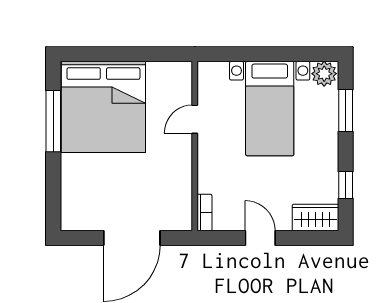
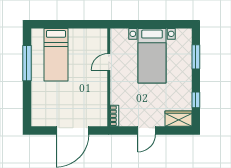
plant: (324, 74) -> (184, 36), removed
bed: (103, 107) -> (56, 55), width x0.49
door: (260, 238) -> (147, 131), swing flipped

